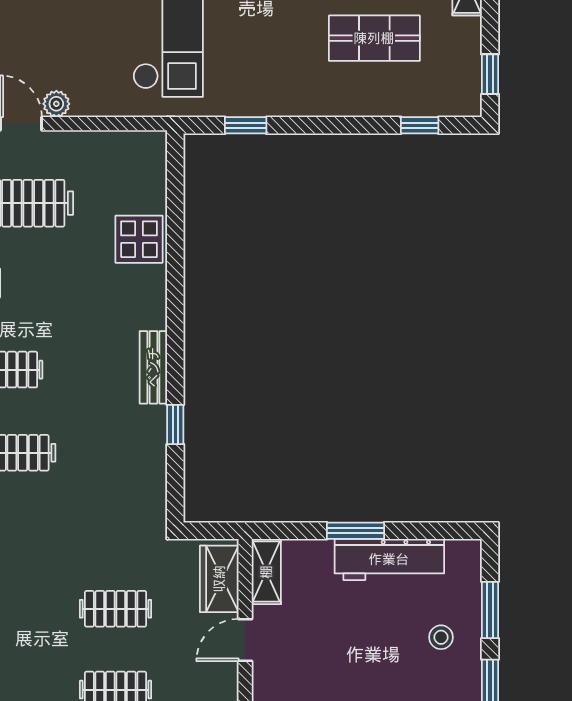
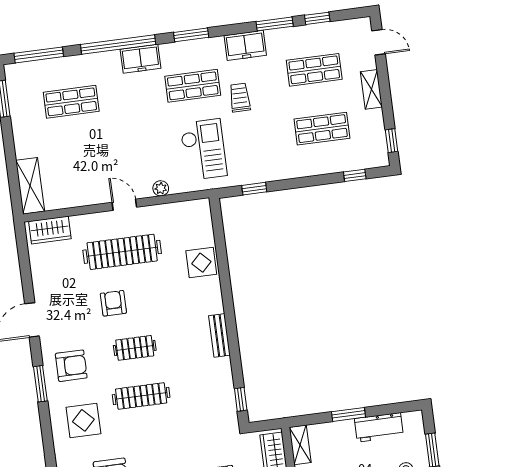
plant: (56, 104) -> (161, 188), moved
window: (175, 425) -> (241, 399), moved
workbench: (389, 559) -> (379, 427), width x0.73

